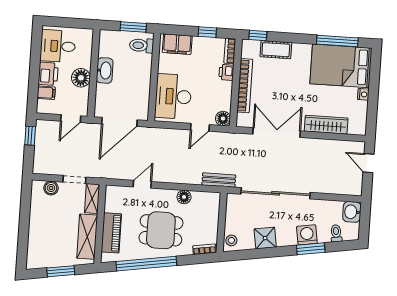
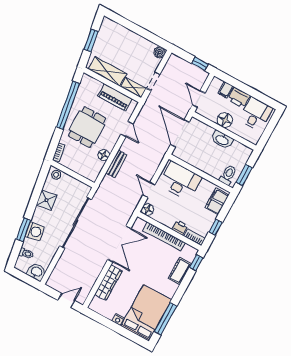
bench: (219, 180) -> (116, 164), moved
boiler: (51, 188) -> (160, 52), moved
piano: (111, 233) -> (115, 97), moved

